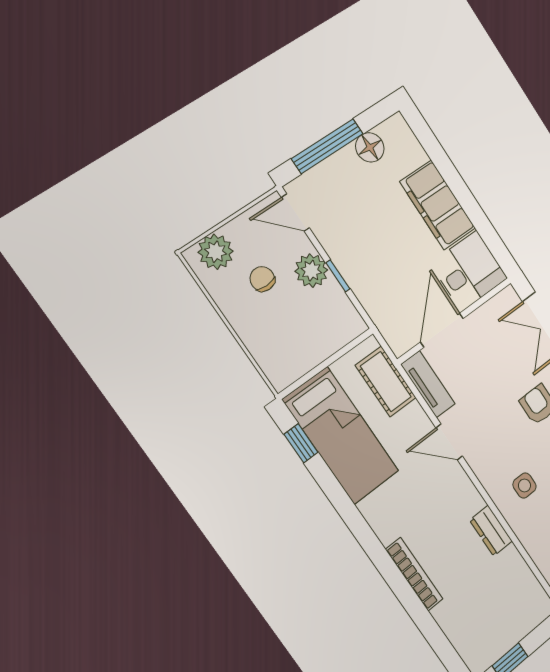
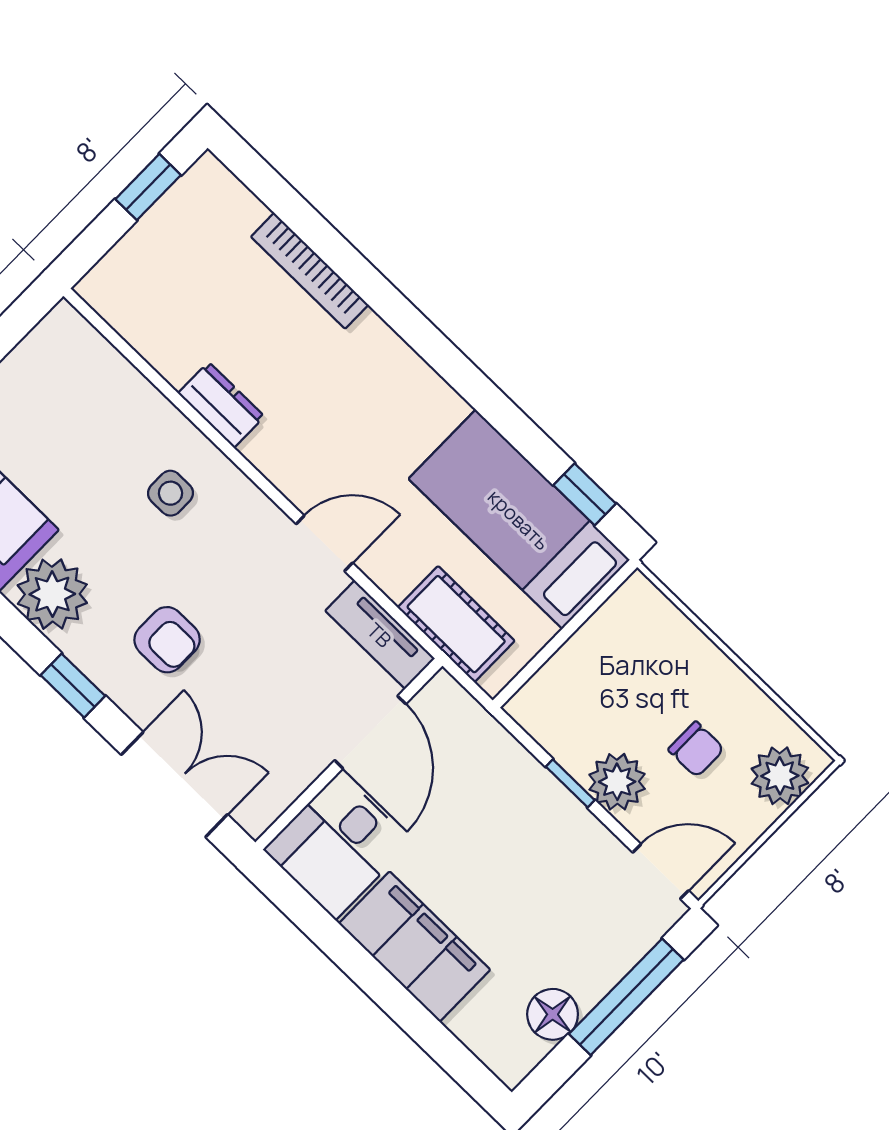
bookcase: (414, 574) -> (310, 271), moved

